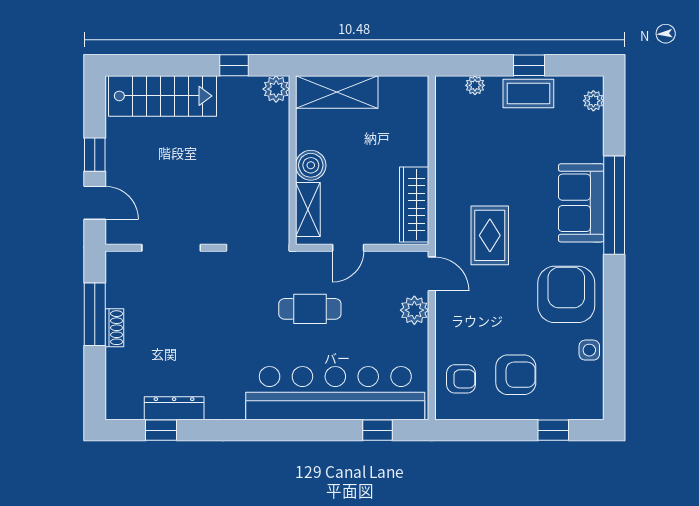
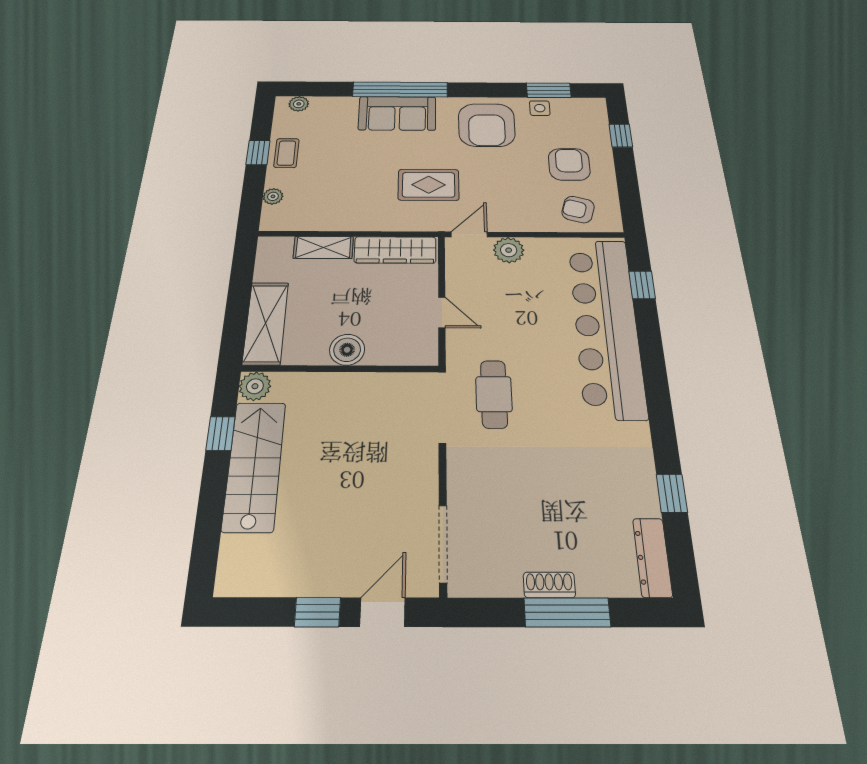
coffee table: (528, 94) -> (286, 153), width x0.73, depth x0.77
stairs: (163, 96) -> (254, 466), moved
shelving: (308, 210) -> (323, 248), moved
doorway: (171, 248) -> (443, 543), moved
armchair: (566, 294) -> (487, 125), turned -90
cafe table: (310, 309) -> (494, 394), moved
window: (95, 314) -> (567, 612), moved
window: (614, 361) -> (549, 90), added
armchair: (461, 379) -> (578, 210), turned -74
dresser: (174, 408) -> (652, 557), moved
window: (161, 430) -> (672, 493), moved

